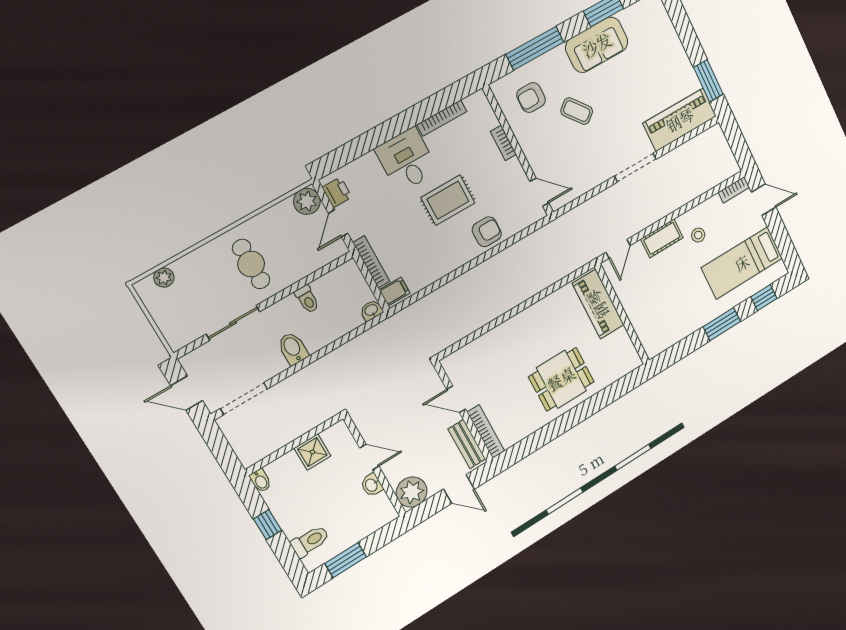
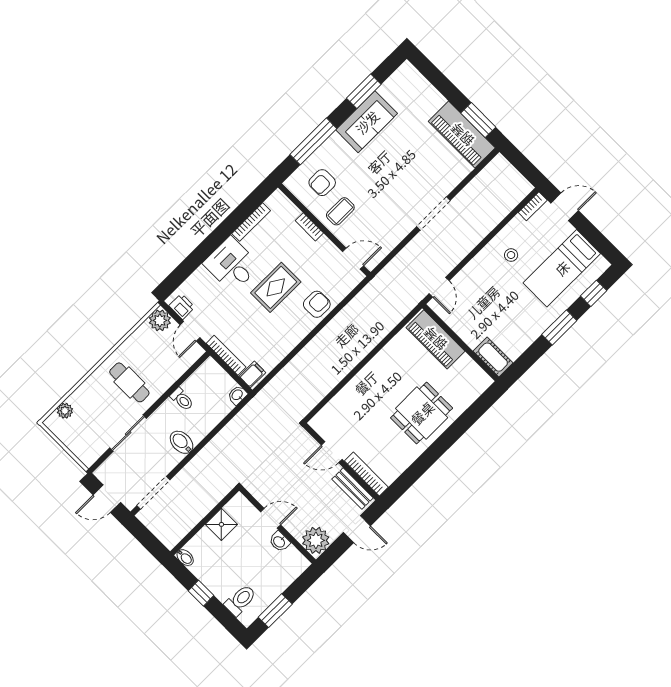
coffee table: (577, 111) -> (340, 211), moved, turned -51
piano: (680, 120) -> (462, 135), moved, turned -90
cot: (662, 238) -> (493, 357), moved, turned 90

